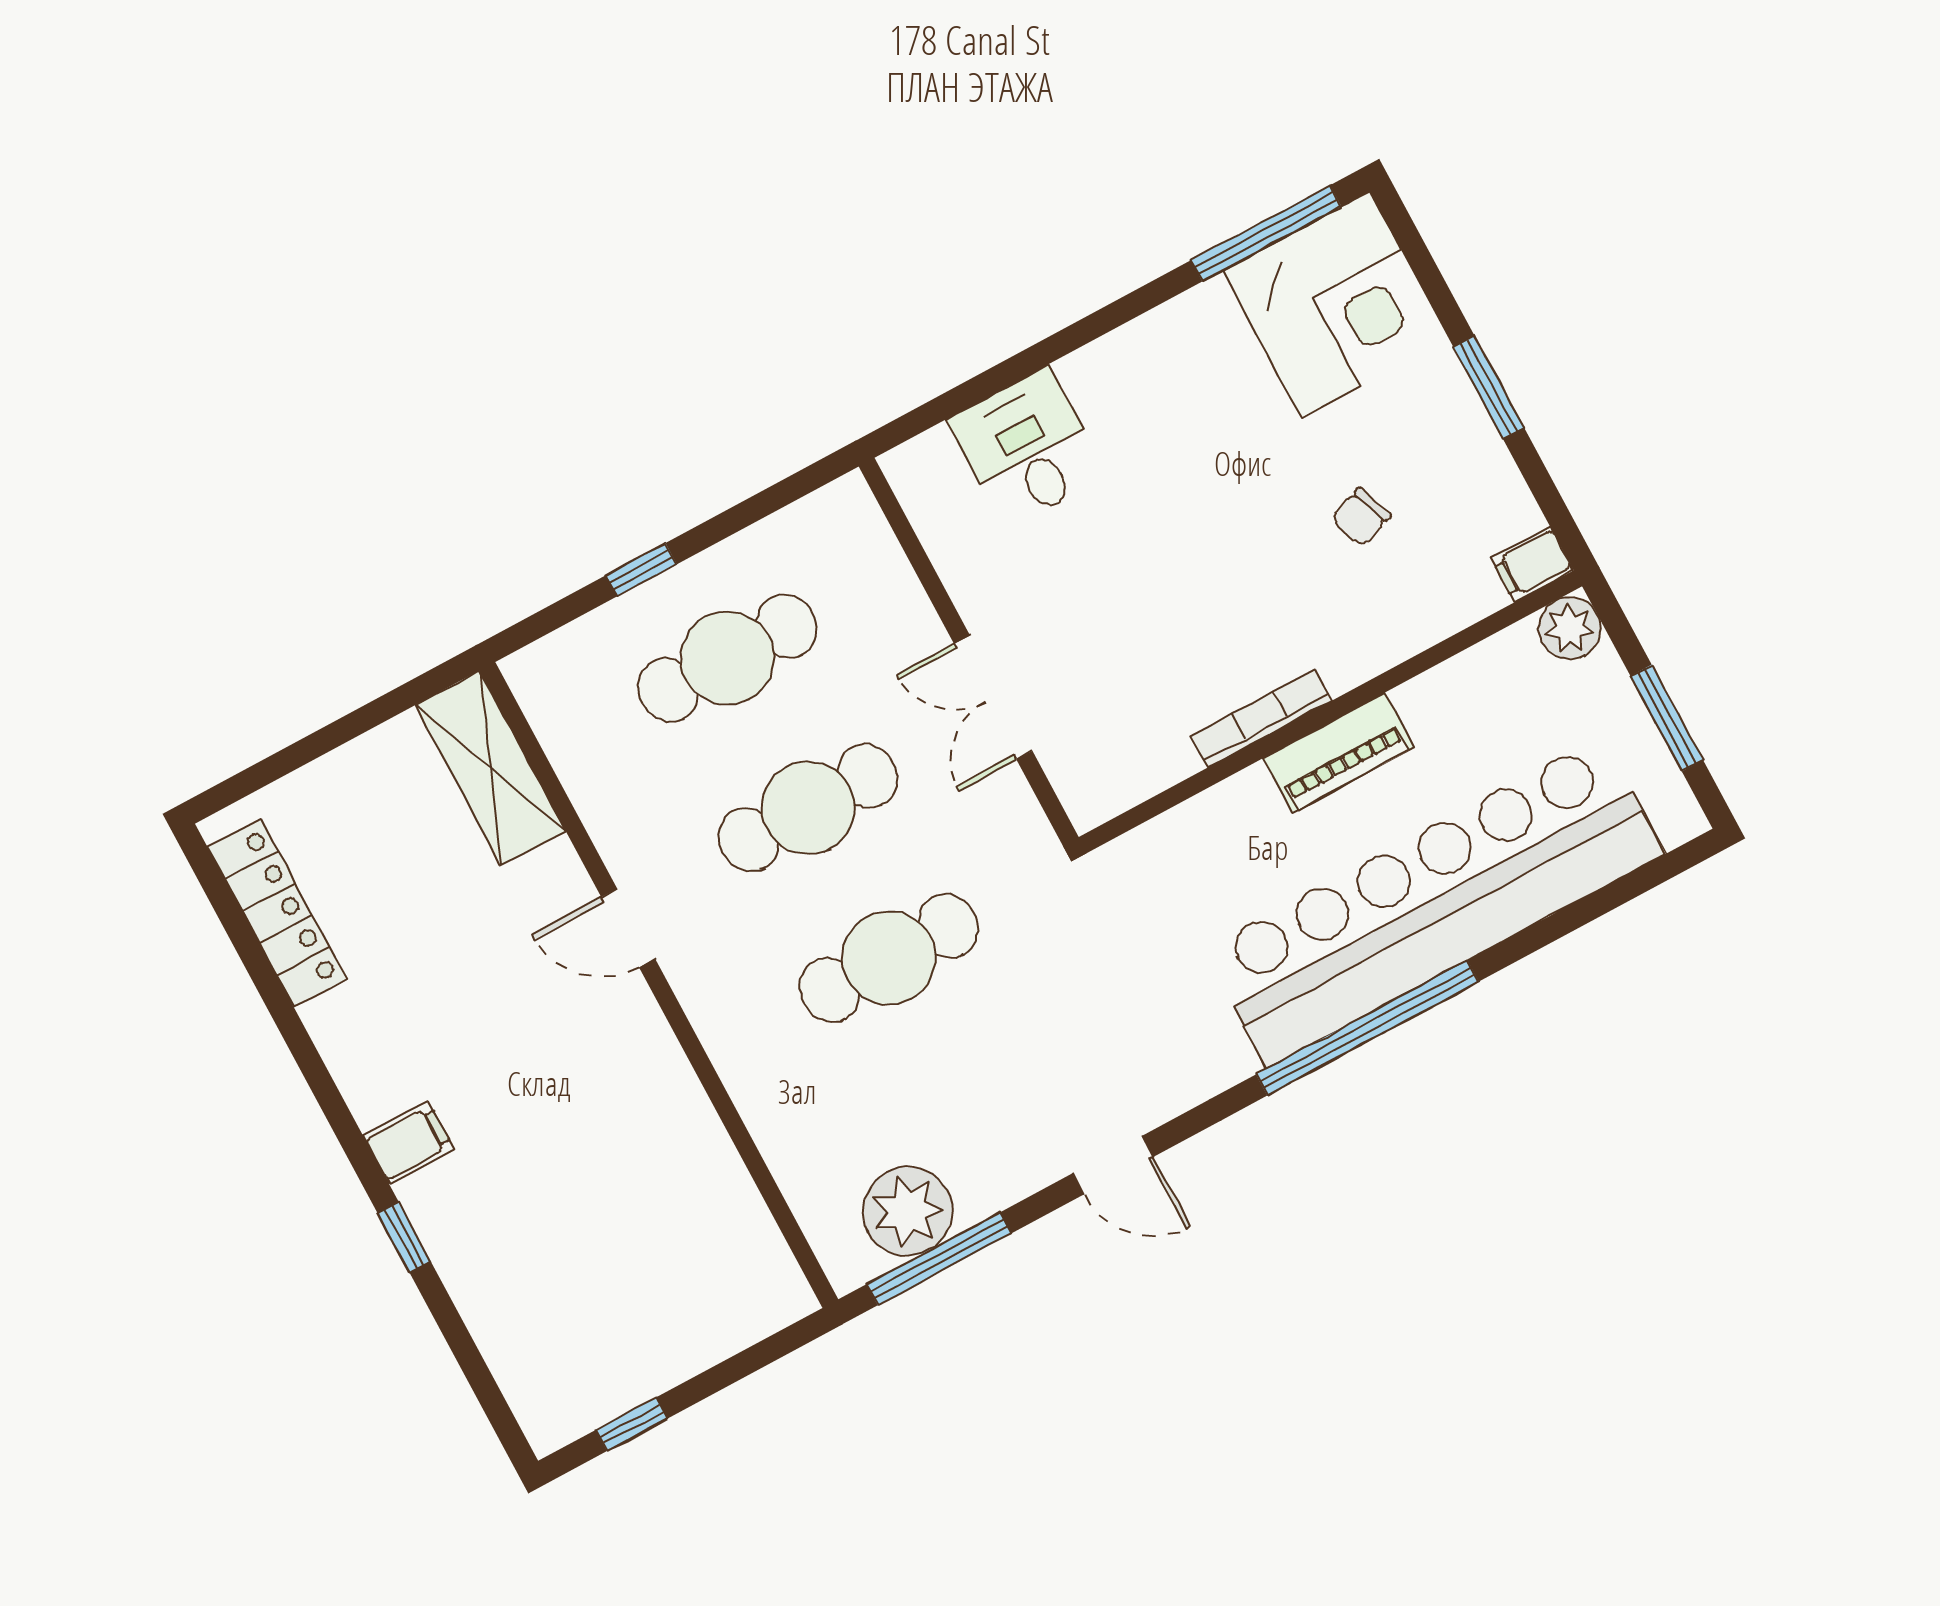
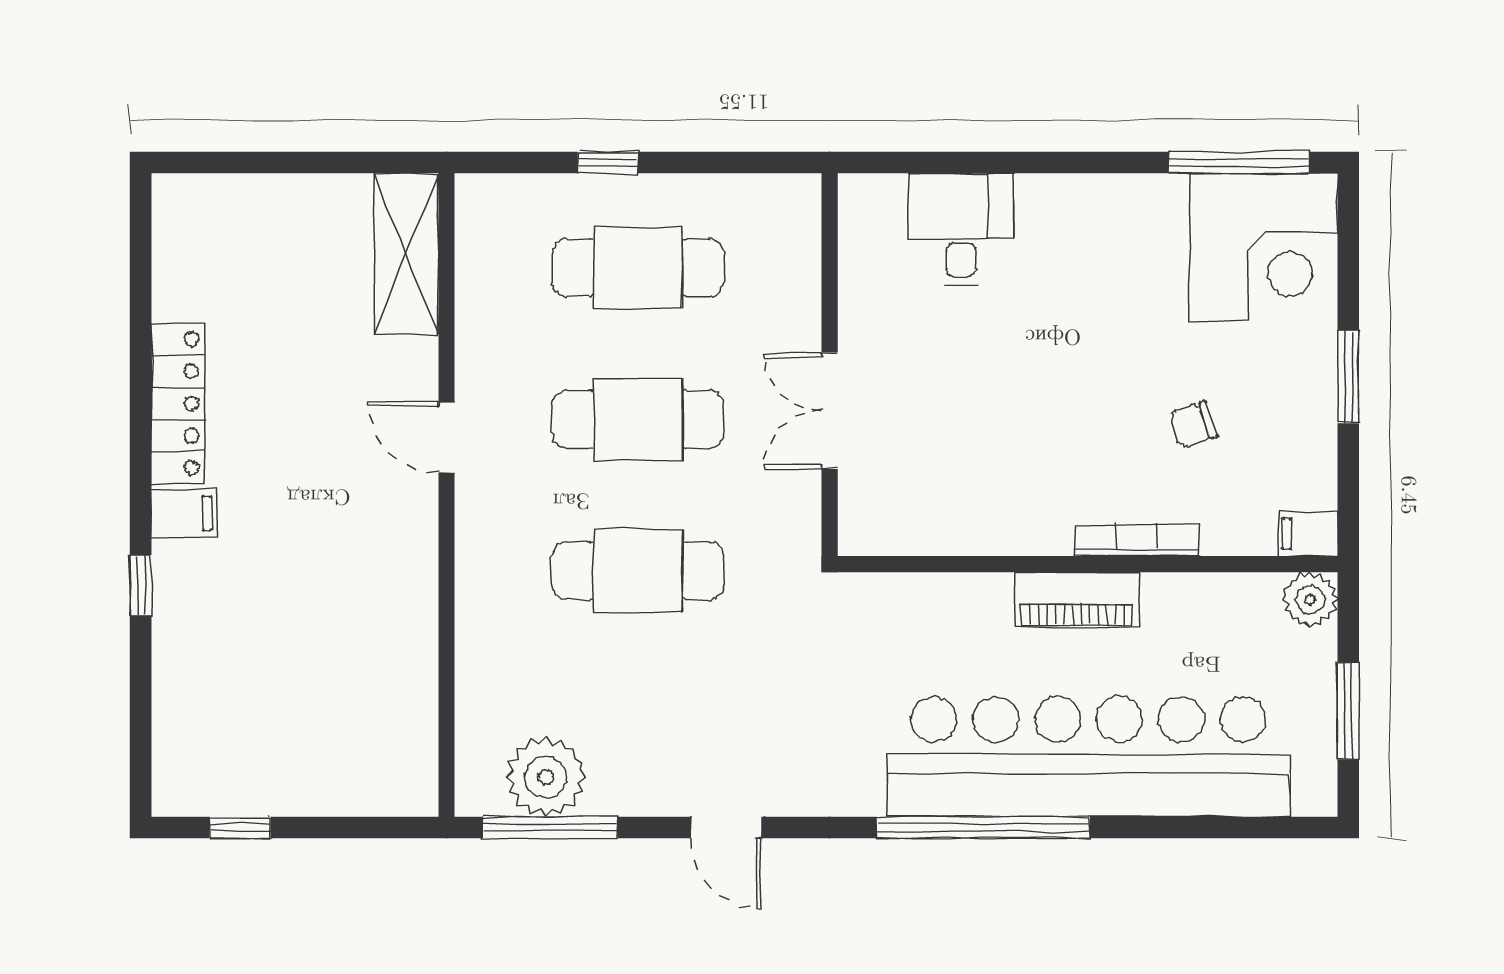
bookcase: (1261, 718) -> (1137, 540), moved
locker: (277, 913) -> (178, 403), moved

